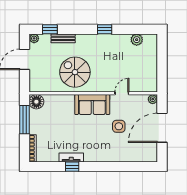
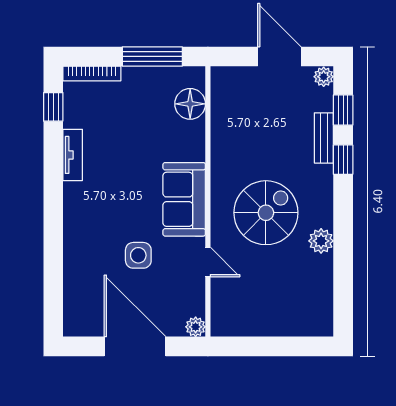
window: (105, 29) -> (343, 160), moved
plant: (137, 40) -> (321, 241), moved
spiral stairs: (75, 72) -> (266, 213), moved
floor lamp: (36, 102) -> (190, 104), moved
window: (72, 167) -> (53, 107), moved

